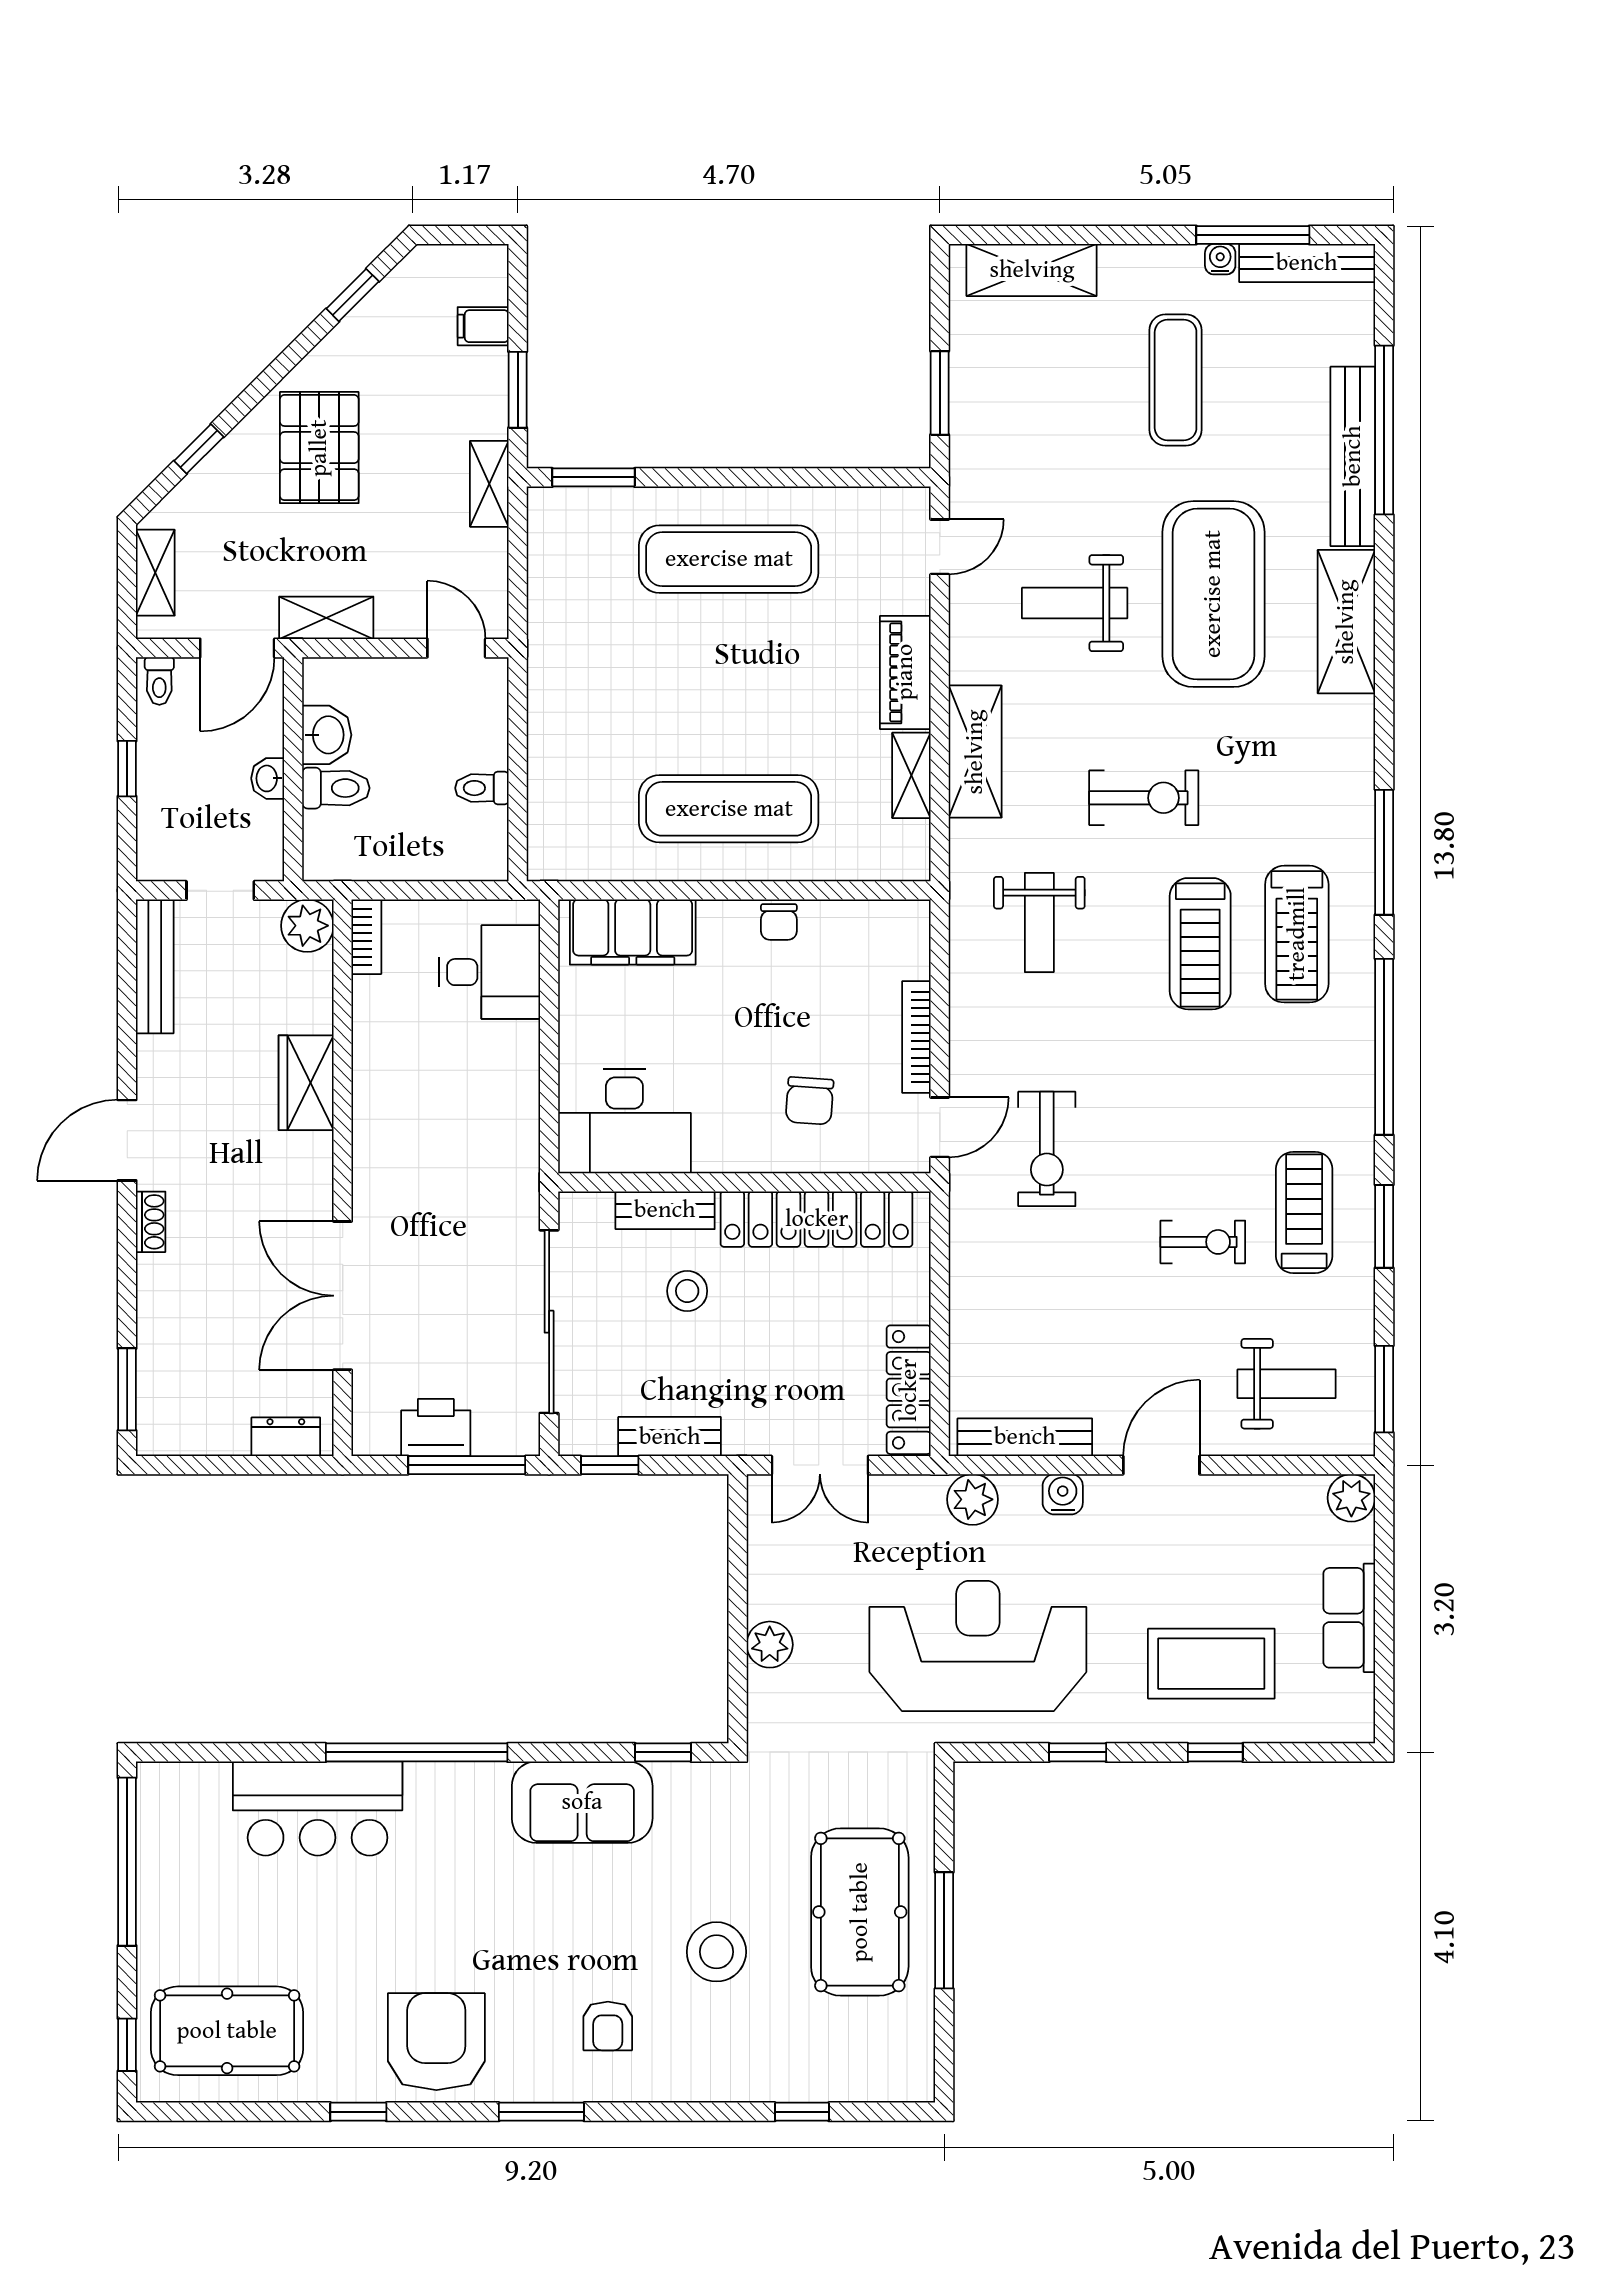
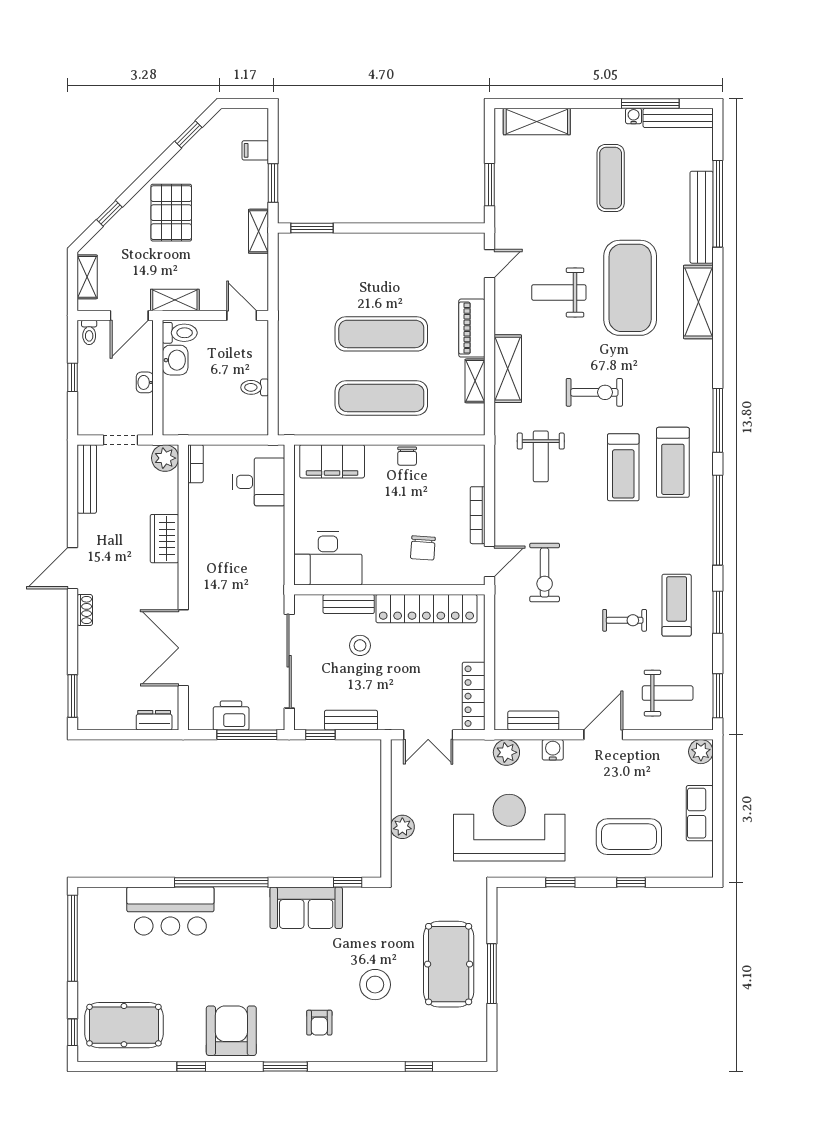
exercise mat: (729, 559) -> (381, 334), moved
toilet: (336, 788) -> (180, 333), moved
bench: (1025, 1437) -> (533, 721), width x0.73

